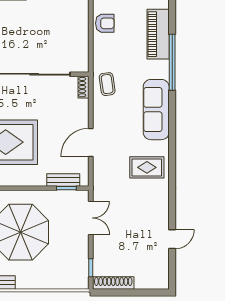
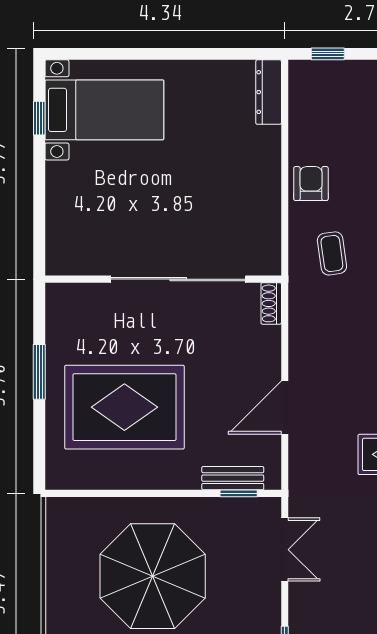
armchair: (105, 23) -> (311, 184), turned -90
coffee table: (107, 84) -> (332, 253), moved

